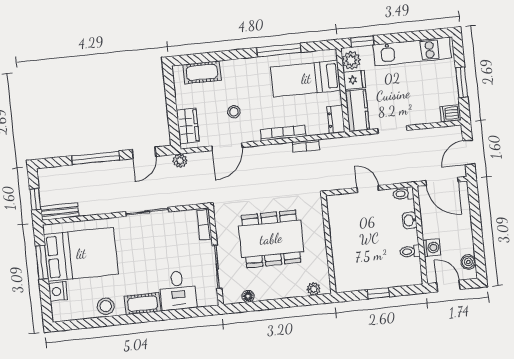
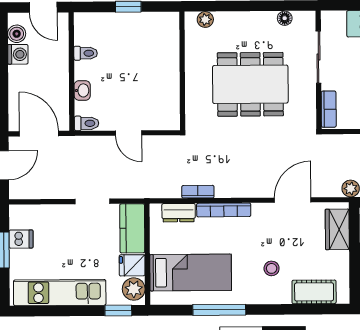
stool: (234, 112) -> (272, 268), moved
dishwasher: (450, 113) -> (21, 239), moved
dresser: (336, 119) -> (179, 213), moved, turned 90
washing machine: (432, 248) -> (18, 54), moved, turned 180

